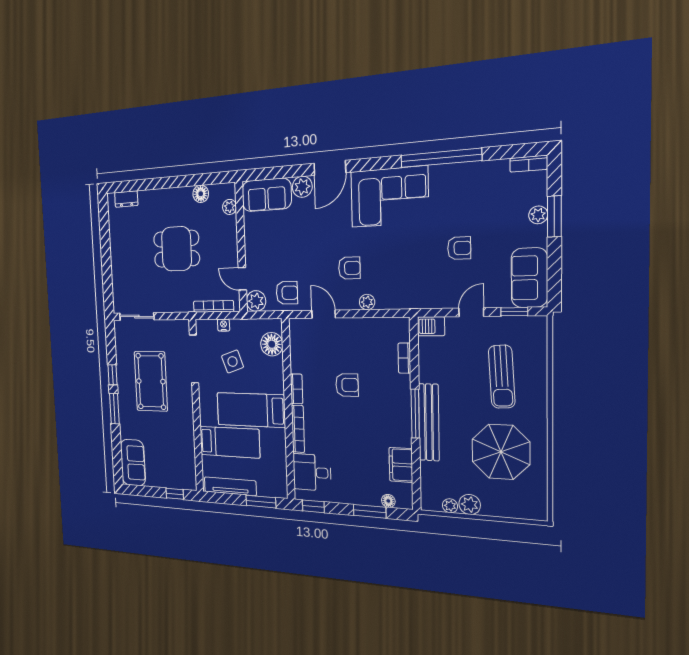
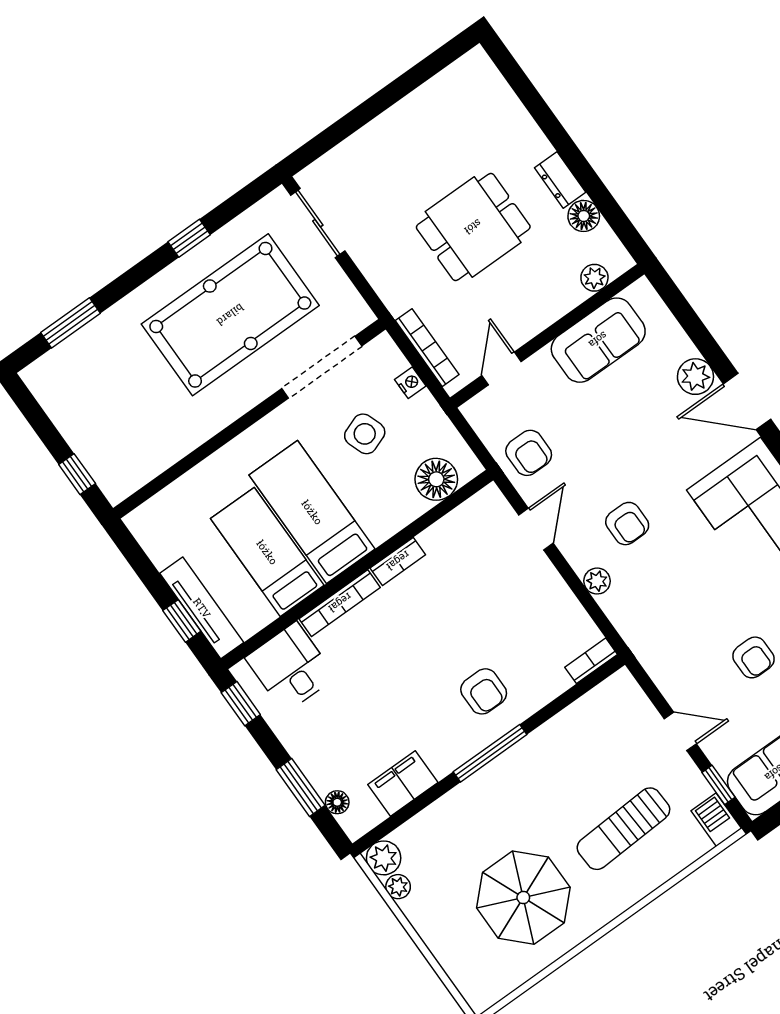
sofa: (267, 195) -> (598, 340), moved, turned -90
dresser: (126, 199) -> (560, 180), moved
dining table: (177, 249) -> (473, 227), turned 90
plant: (256, 301) -> (483, 412), removed
barbecue: (431, 326) -> (716, 820), moved
bookcase: (404, 358) -> (591, 661), moved
pool table: (151, 381) -> (230, 315), width x1.36, depth x1.32
armchair: (347, 385) -> (484, 691), moved
window: (114, 409) -> (70, 323), moved
bench: (429, 422) -> (492, 779), removed
bed: (230, 442) -> (267, 552), moved, turned 180
sofa: (133, 463) -> (69, 368), removed
tv unit: (230, 486) -> (202, 608), moved
window: (261, 502) -> (182, 621), width x0.67
plant: (470, 504) -> (384, 858), moved

